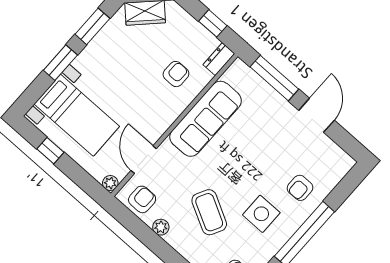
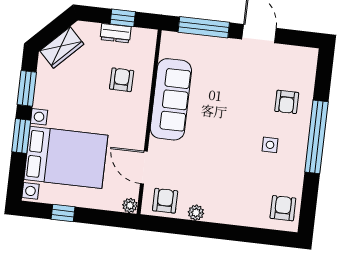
dresser: (219, 59) -> (116, 33), moved, turned -90
bed with nightstands: (77, 115) -> (66, 157), width x1.36
coffee table: (209, 212) -> (227, 173), removed
side table: (261, 214) -> (270, 145), width x0.54, depth x0.54

